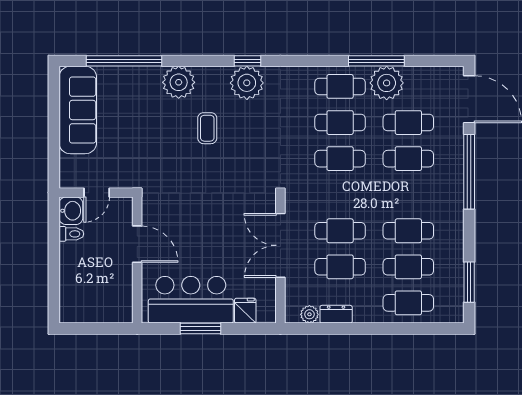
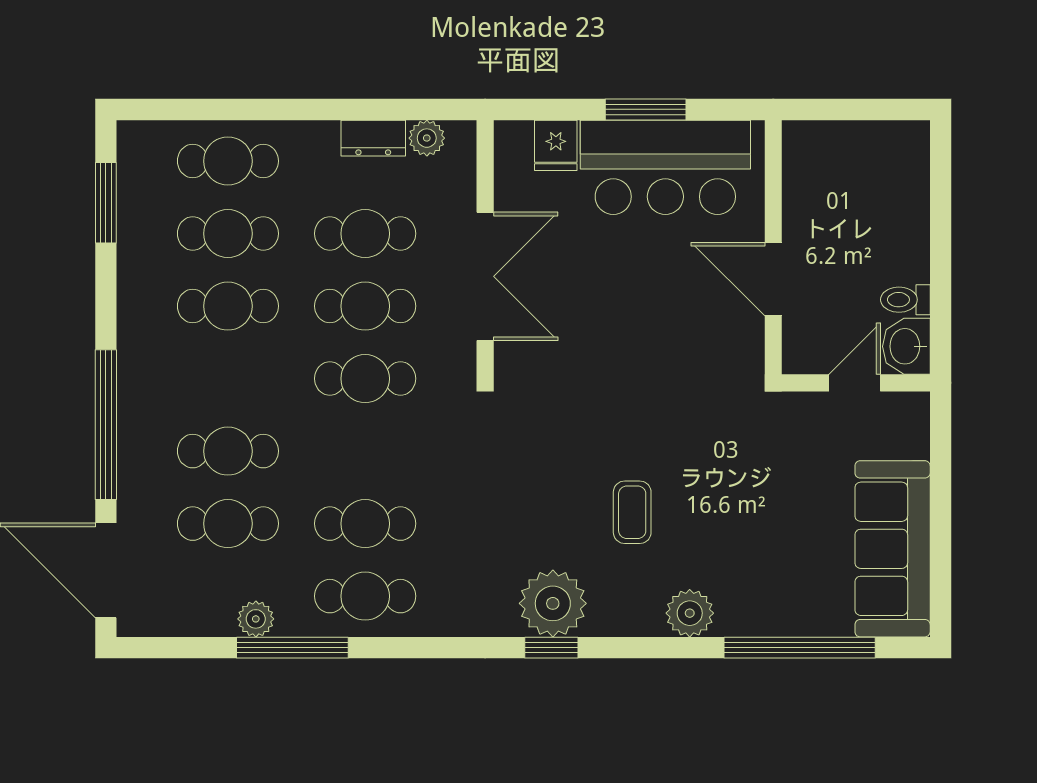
plant: (179, 82) -> (690, 613), width x0.73, depth x0.73
plant: (387, 83) -> (256, 619), width x0.53, depth x0.53
cafe table: (340, 159) -> (365, 379), moved

